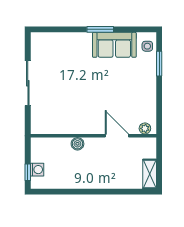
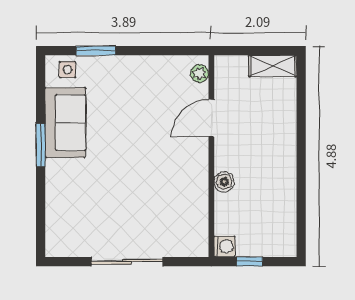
washing machine: (37, 170) -> (225, 246), moved, turned 90
window: (28, 172) -> (250, 262), moved

